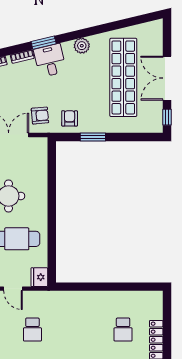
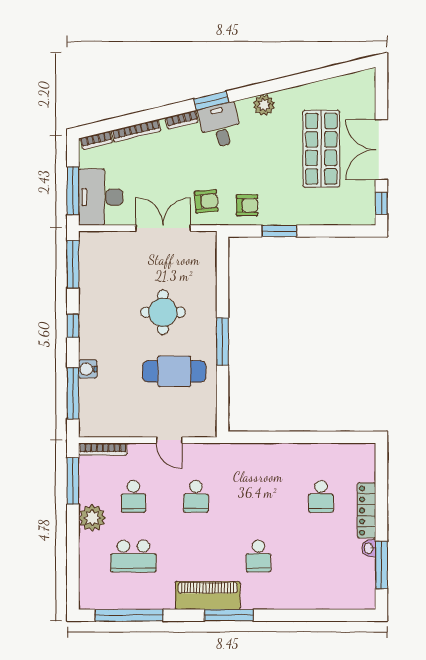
shop shelf: (123, 77) -> (321, 149), width x0.71
armchair: (70, 118) -> (247, 205), turned 90
window: (52, 217) -> (222, 342), added
fridge: (39, 277) -> (205, 424), removed

